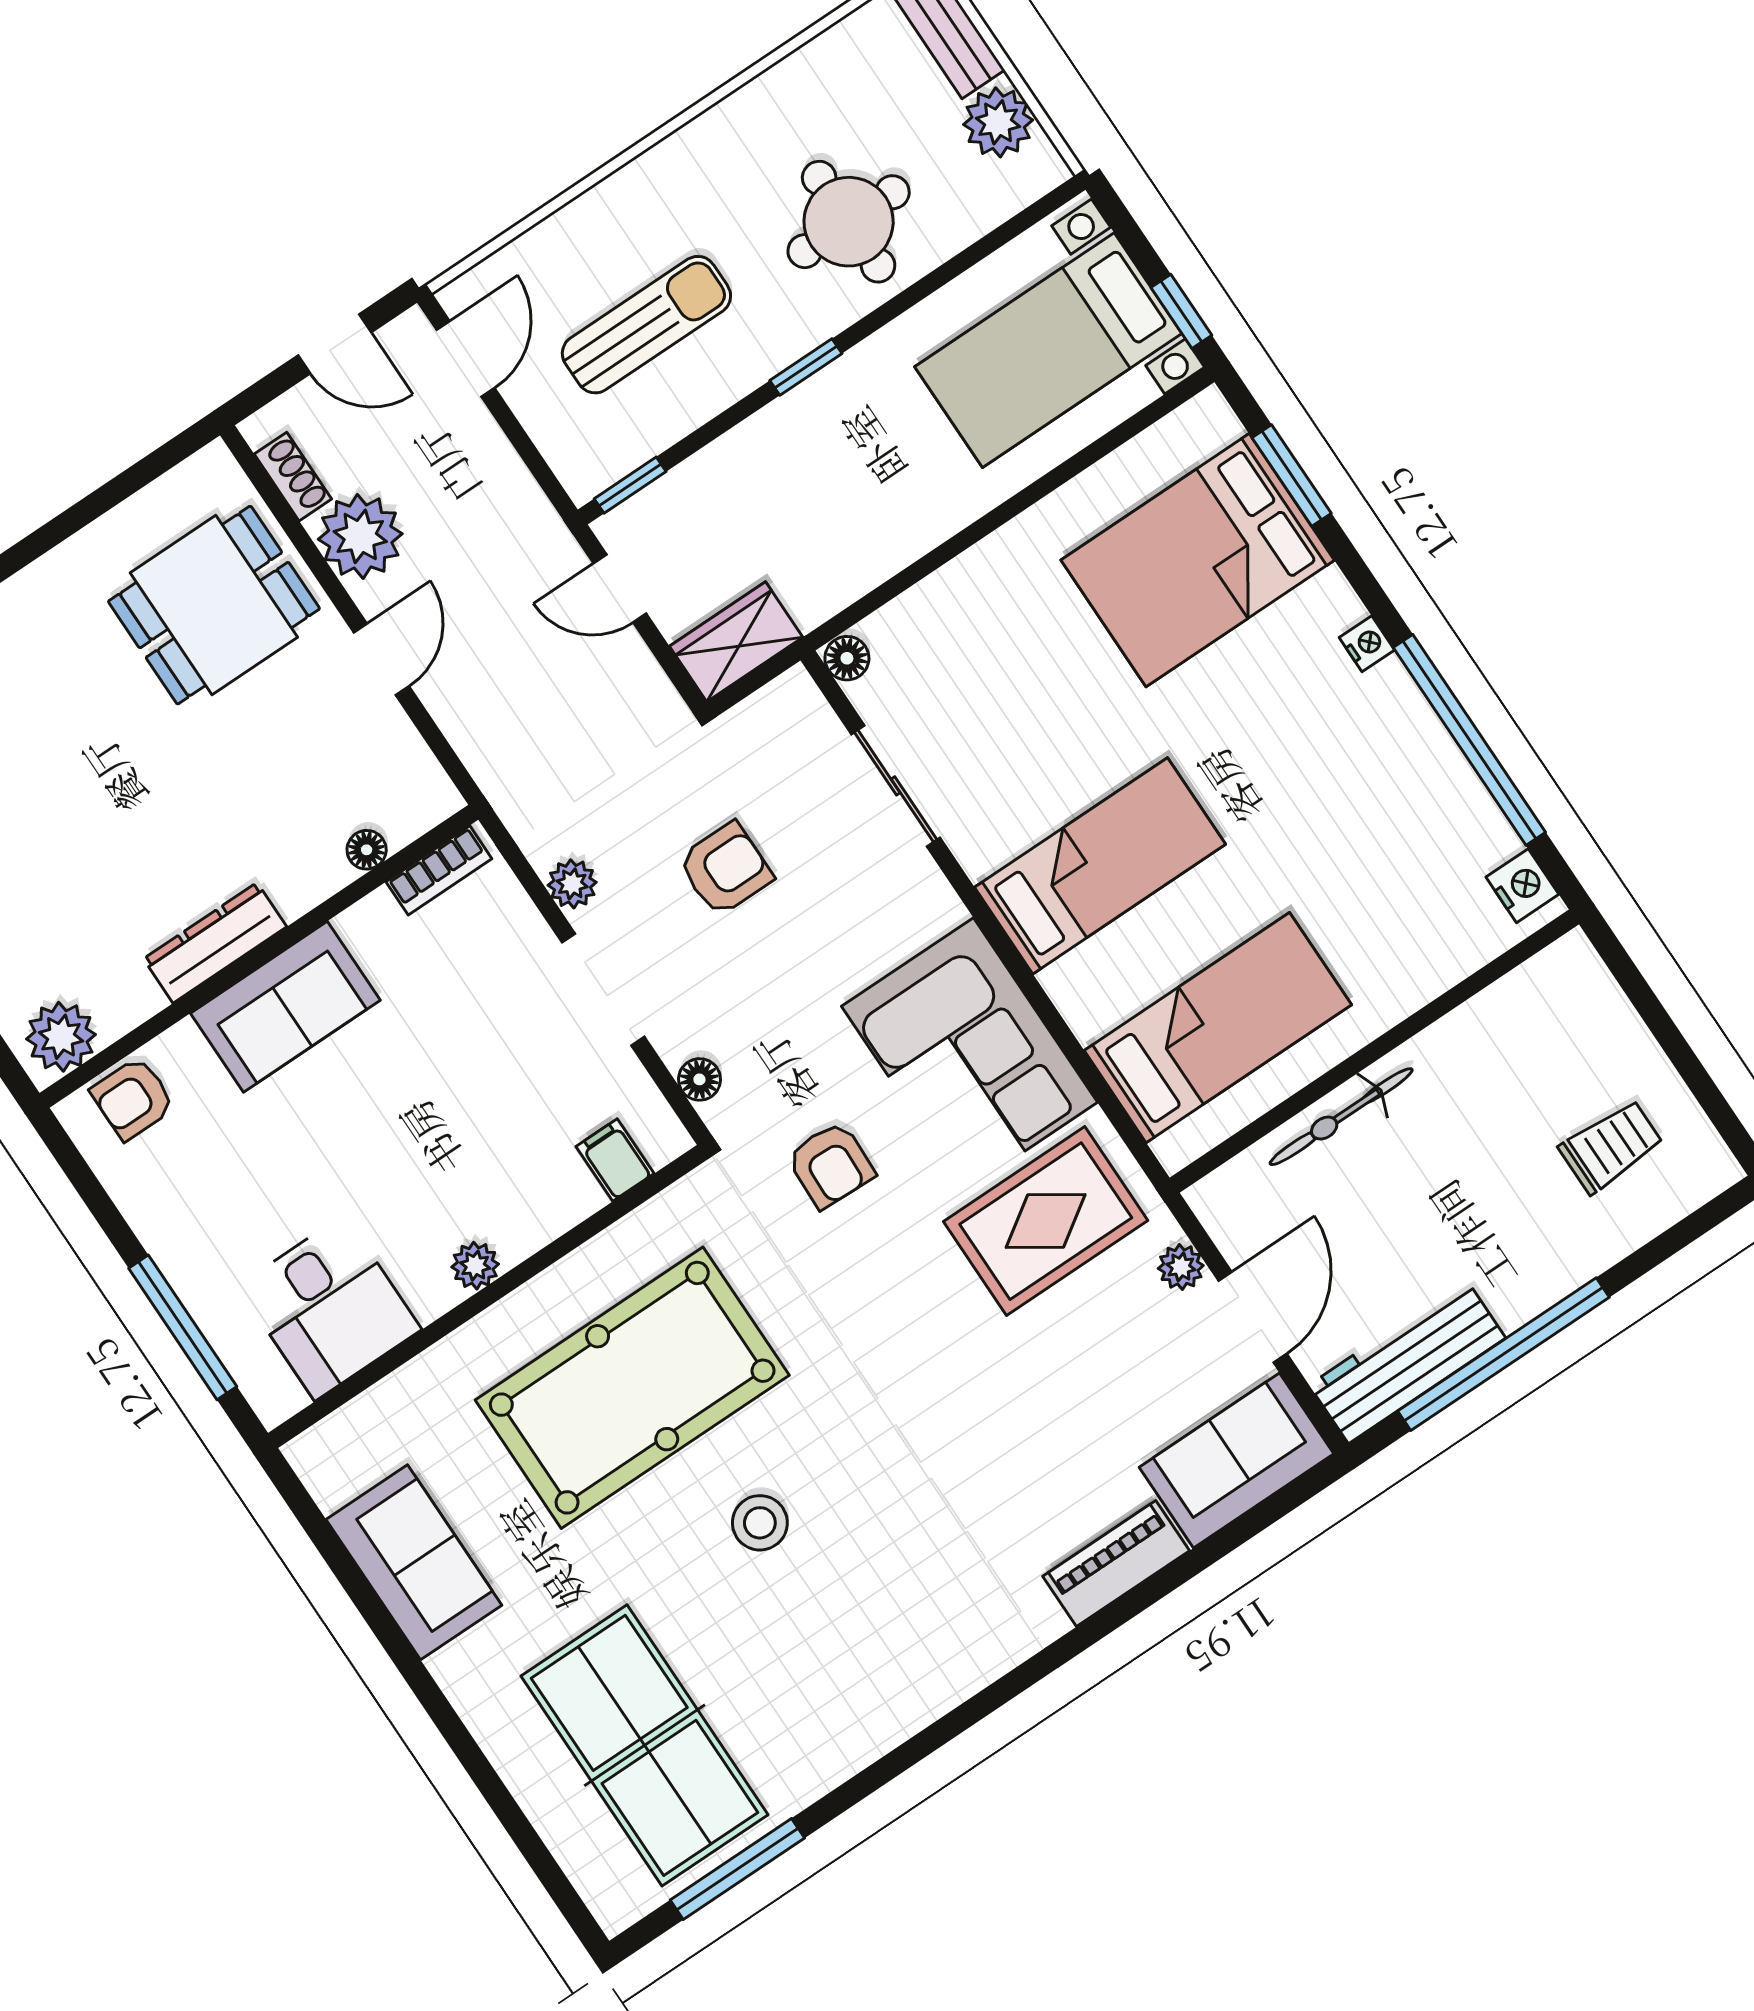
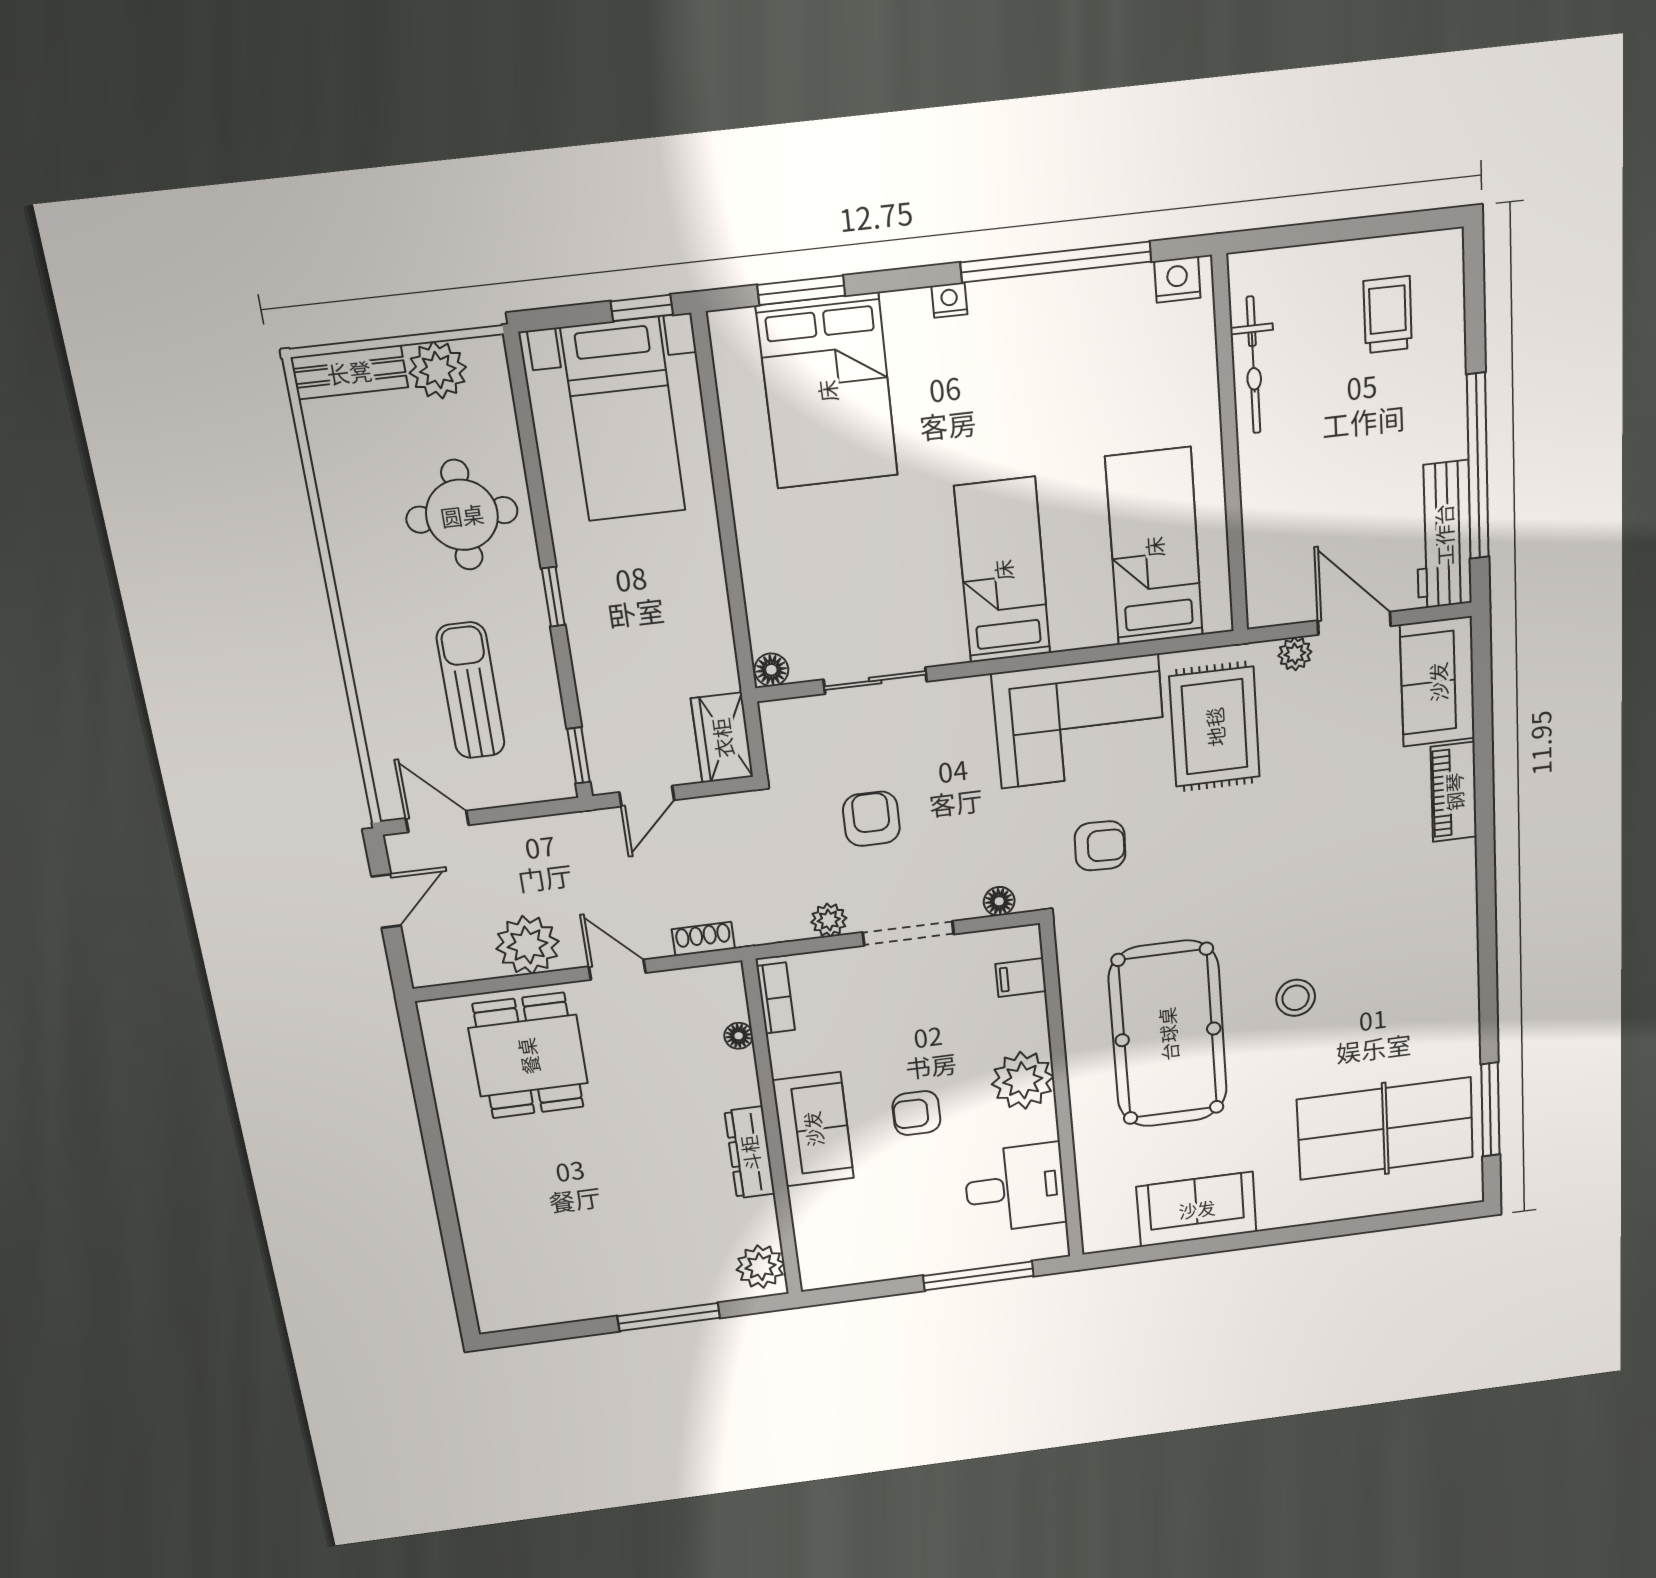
shoe rack: (293, 477) -> (703, 939), moved
armchair: (133, 1098) -> (916, 1113), moved, turned 90
bicycle: (1341, 1117) -> (1253, 365), moved
plant: (475, 1266) -> (1023, 1080), width x1.88, depth x1.88

